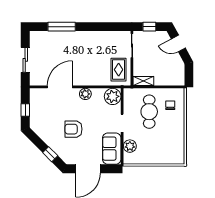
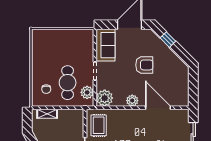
shelving: (143, 81) -> (47, 114), moved
door: (60, 87) -> (158, 108), swing flipped
window: (25, 110) -> (193, 84), removed
plant: (130, 146) -> (87, 92), moved

